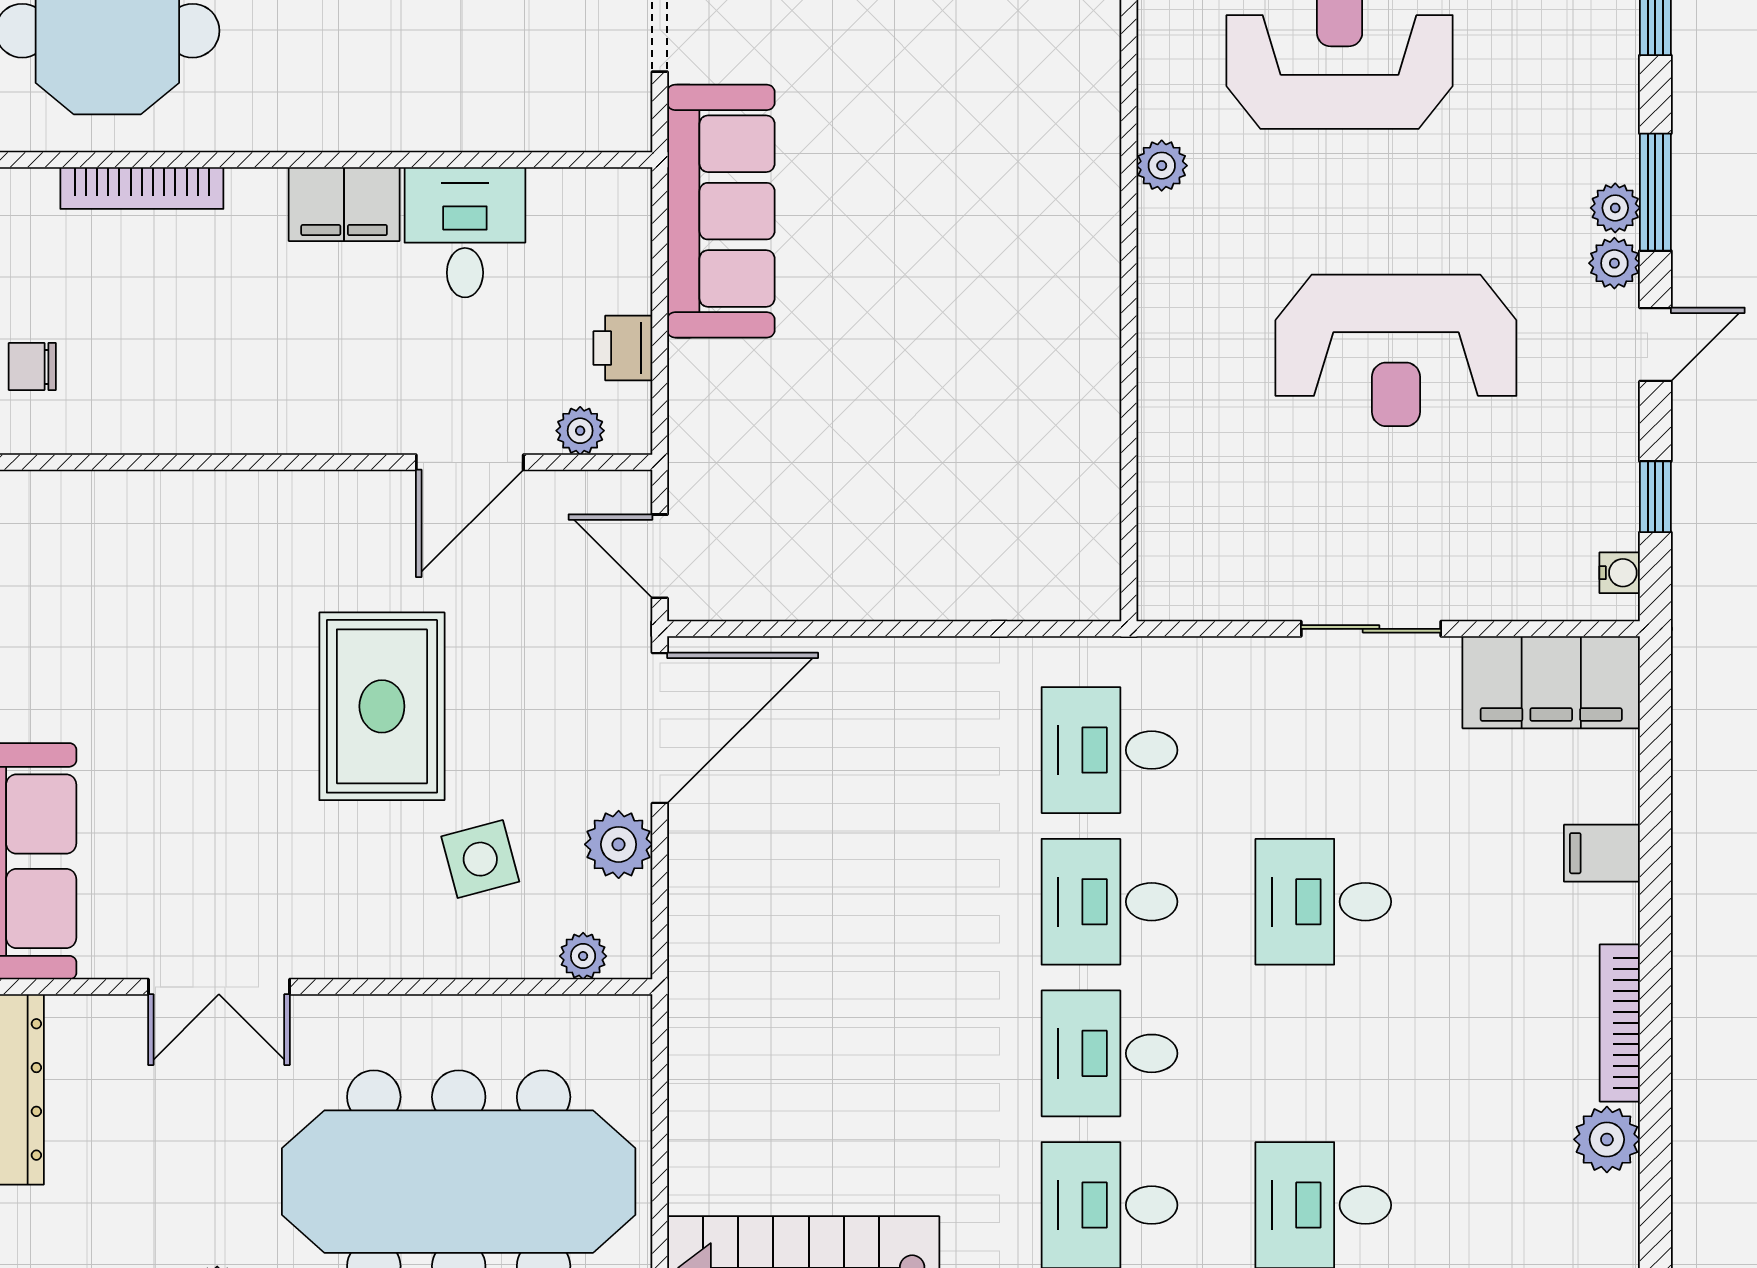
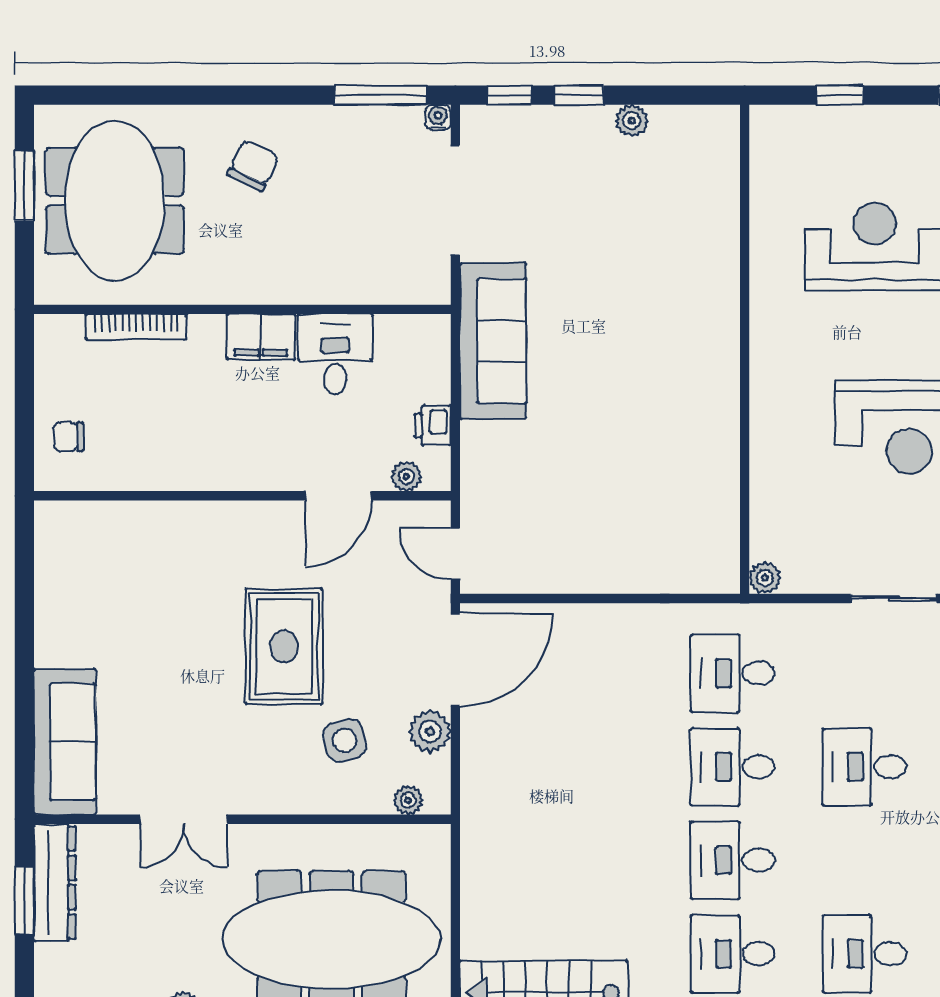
plant: (1162, 166) -> (765, 578), moved

